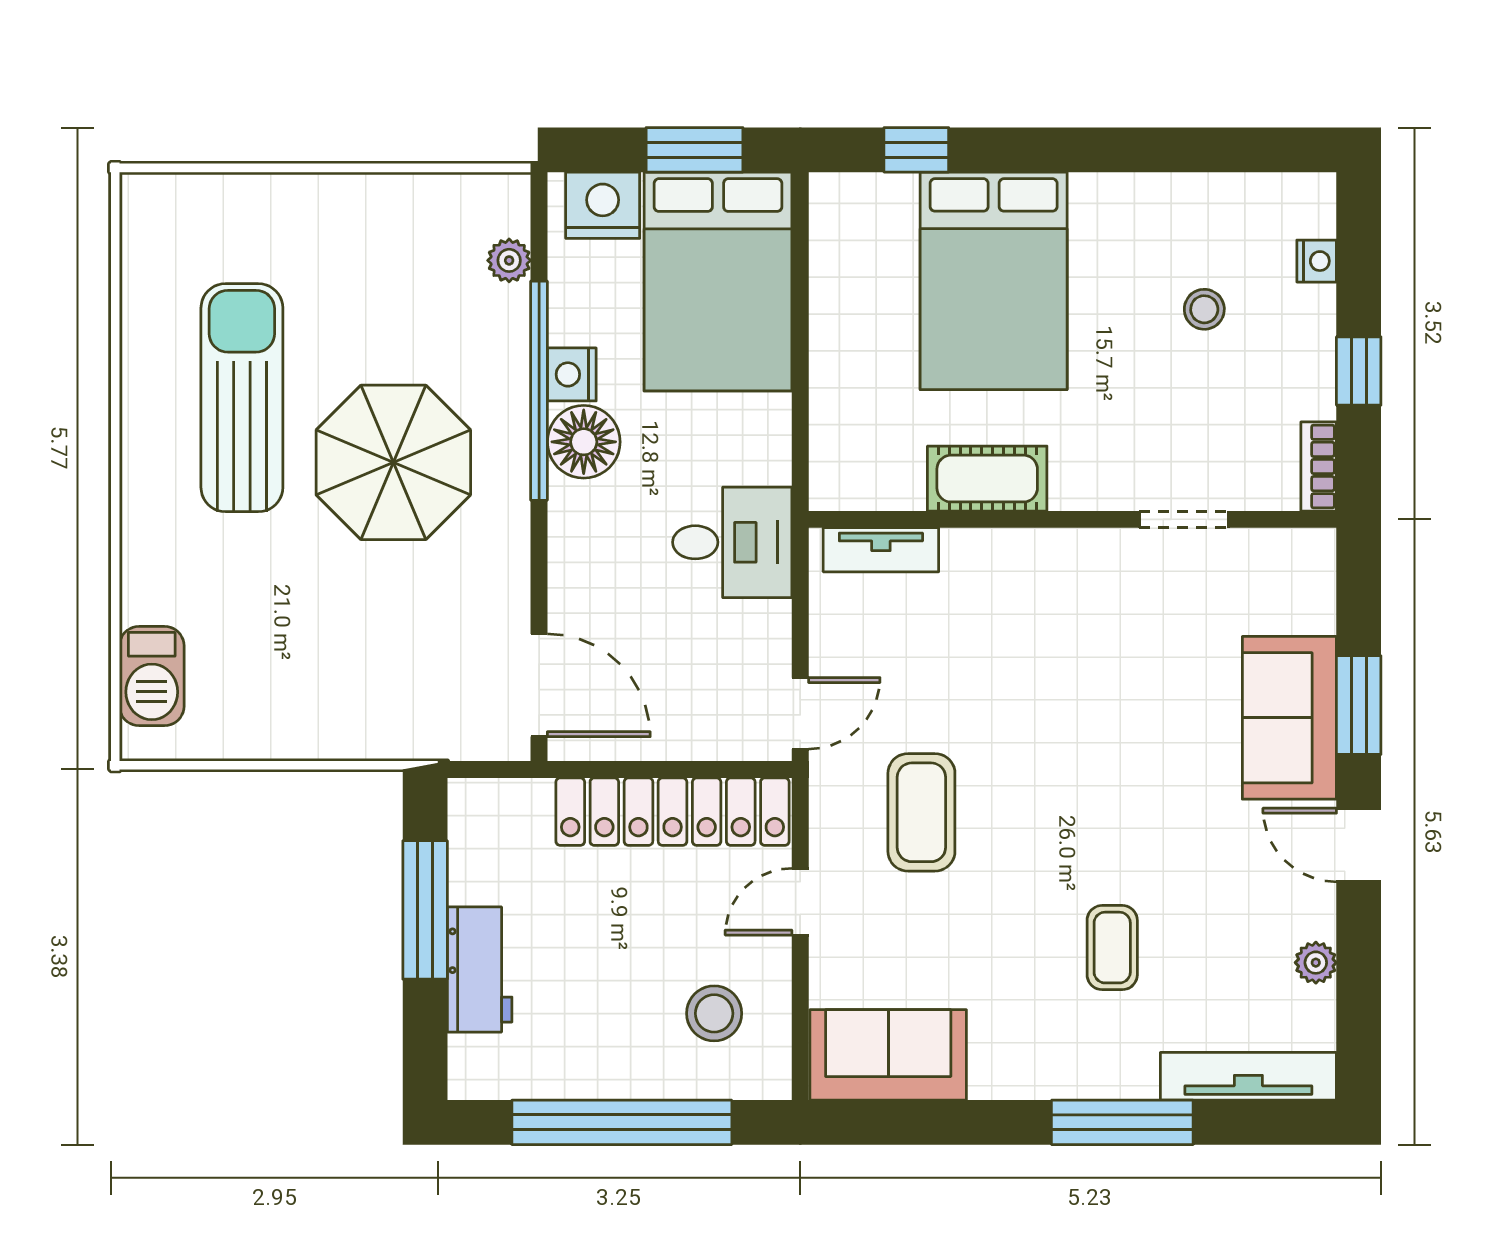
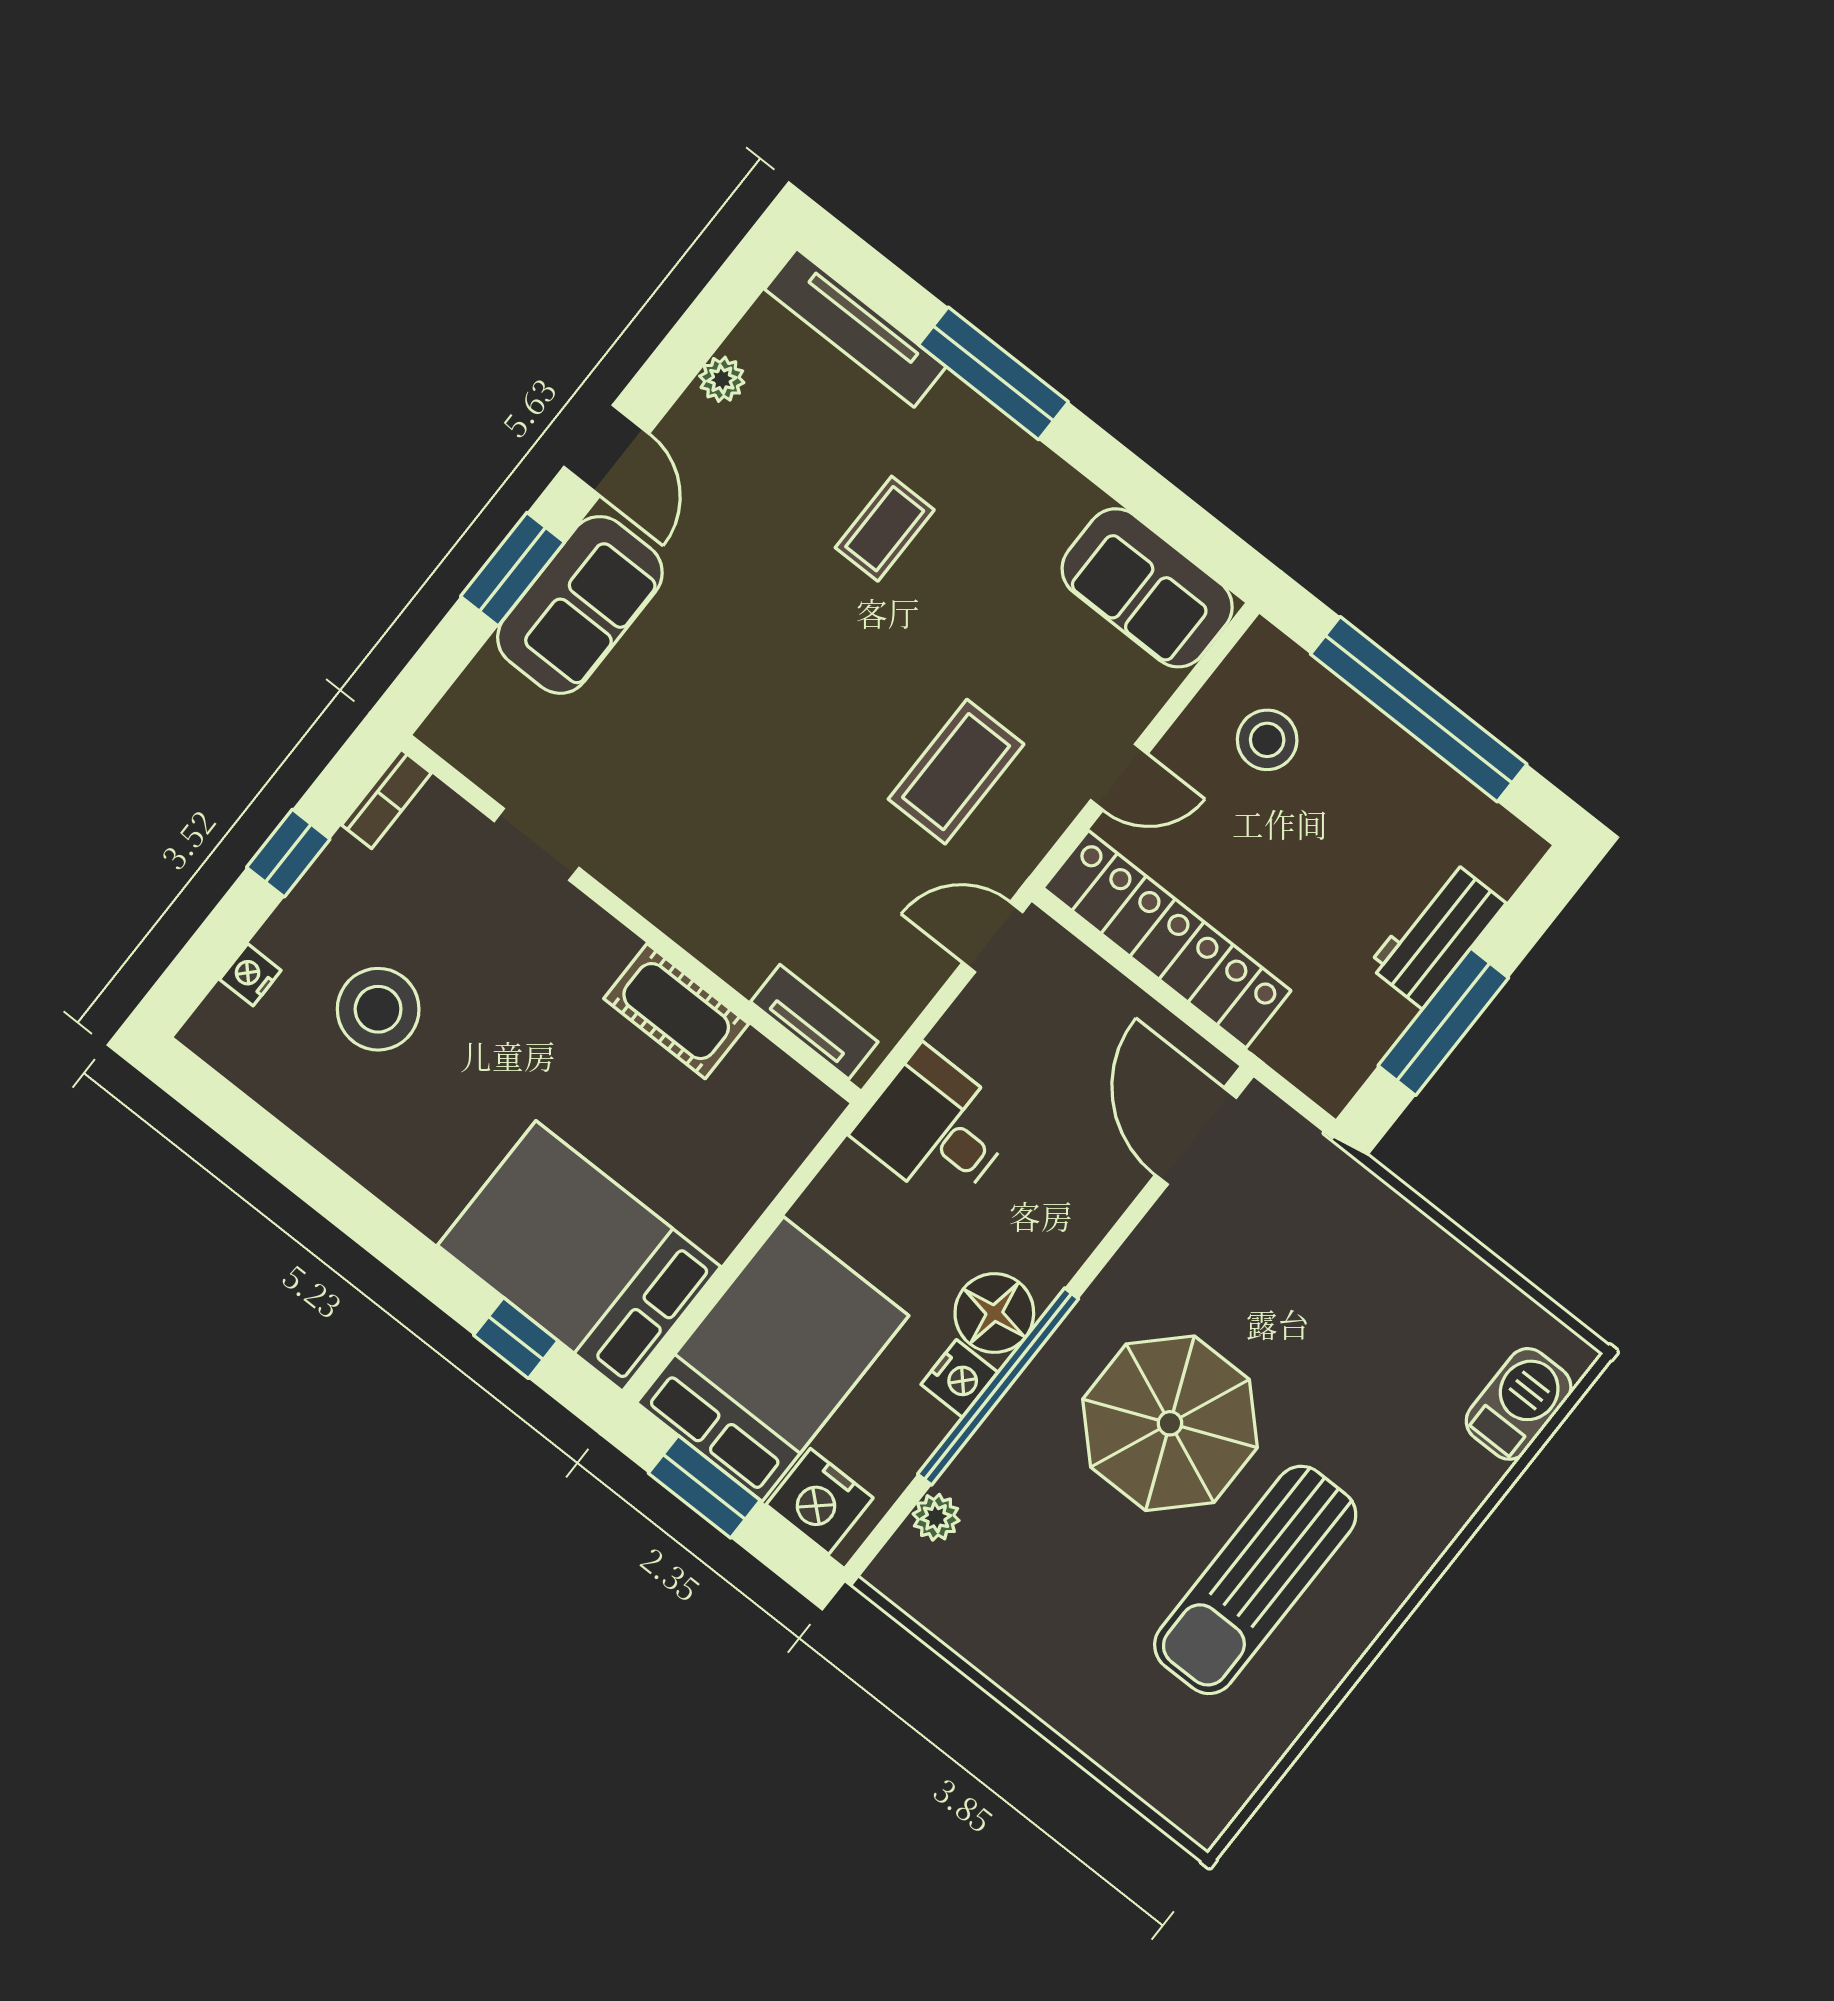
bed: (994, 281) -> (579, 1256), moved, turned -90
stool: (1204, 309) -> (378, 1009), width x1.89, depth x1.89

